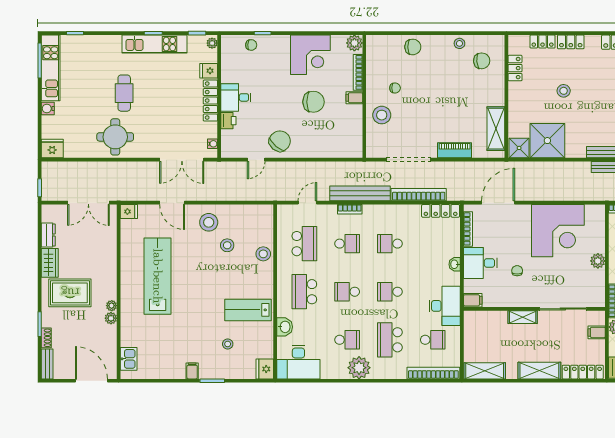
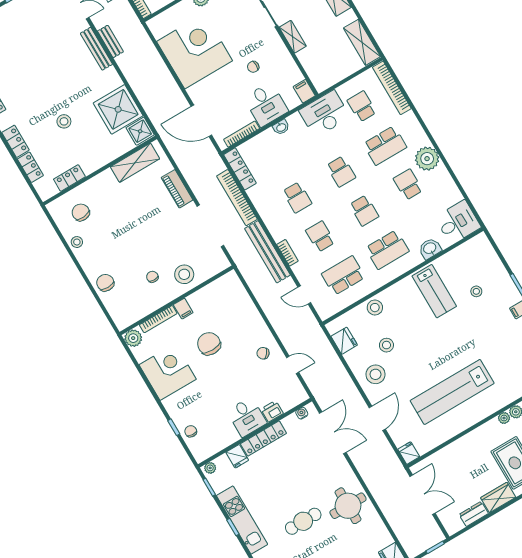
chair: (280, 141) -> (263, 353), width x0.54, depth x0.54
desk: (298, 362) -> (458, 222), width x0.73
fridge: (265, 369) -> (344, 341), moved, turned -90

